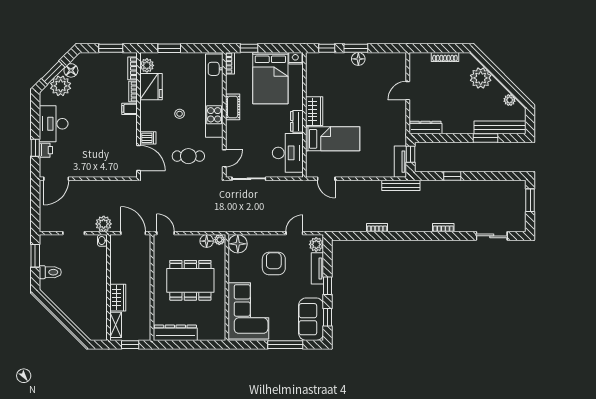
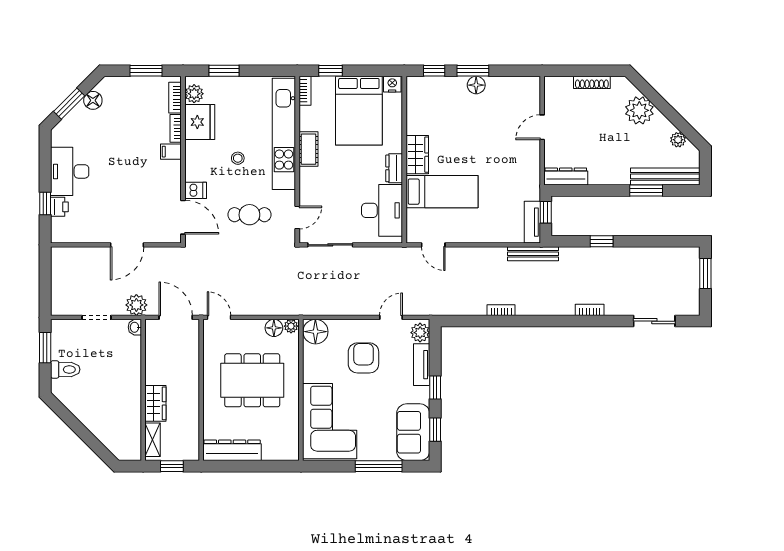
plant: (61, 86) -> (79, 121), removed
door: (56, 179) -> (127, 245), moved

